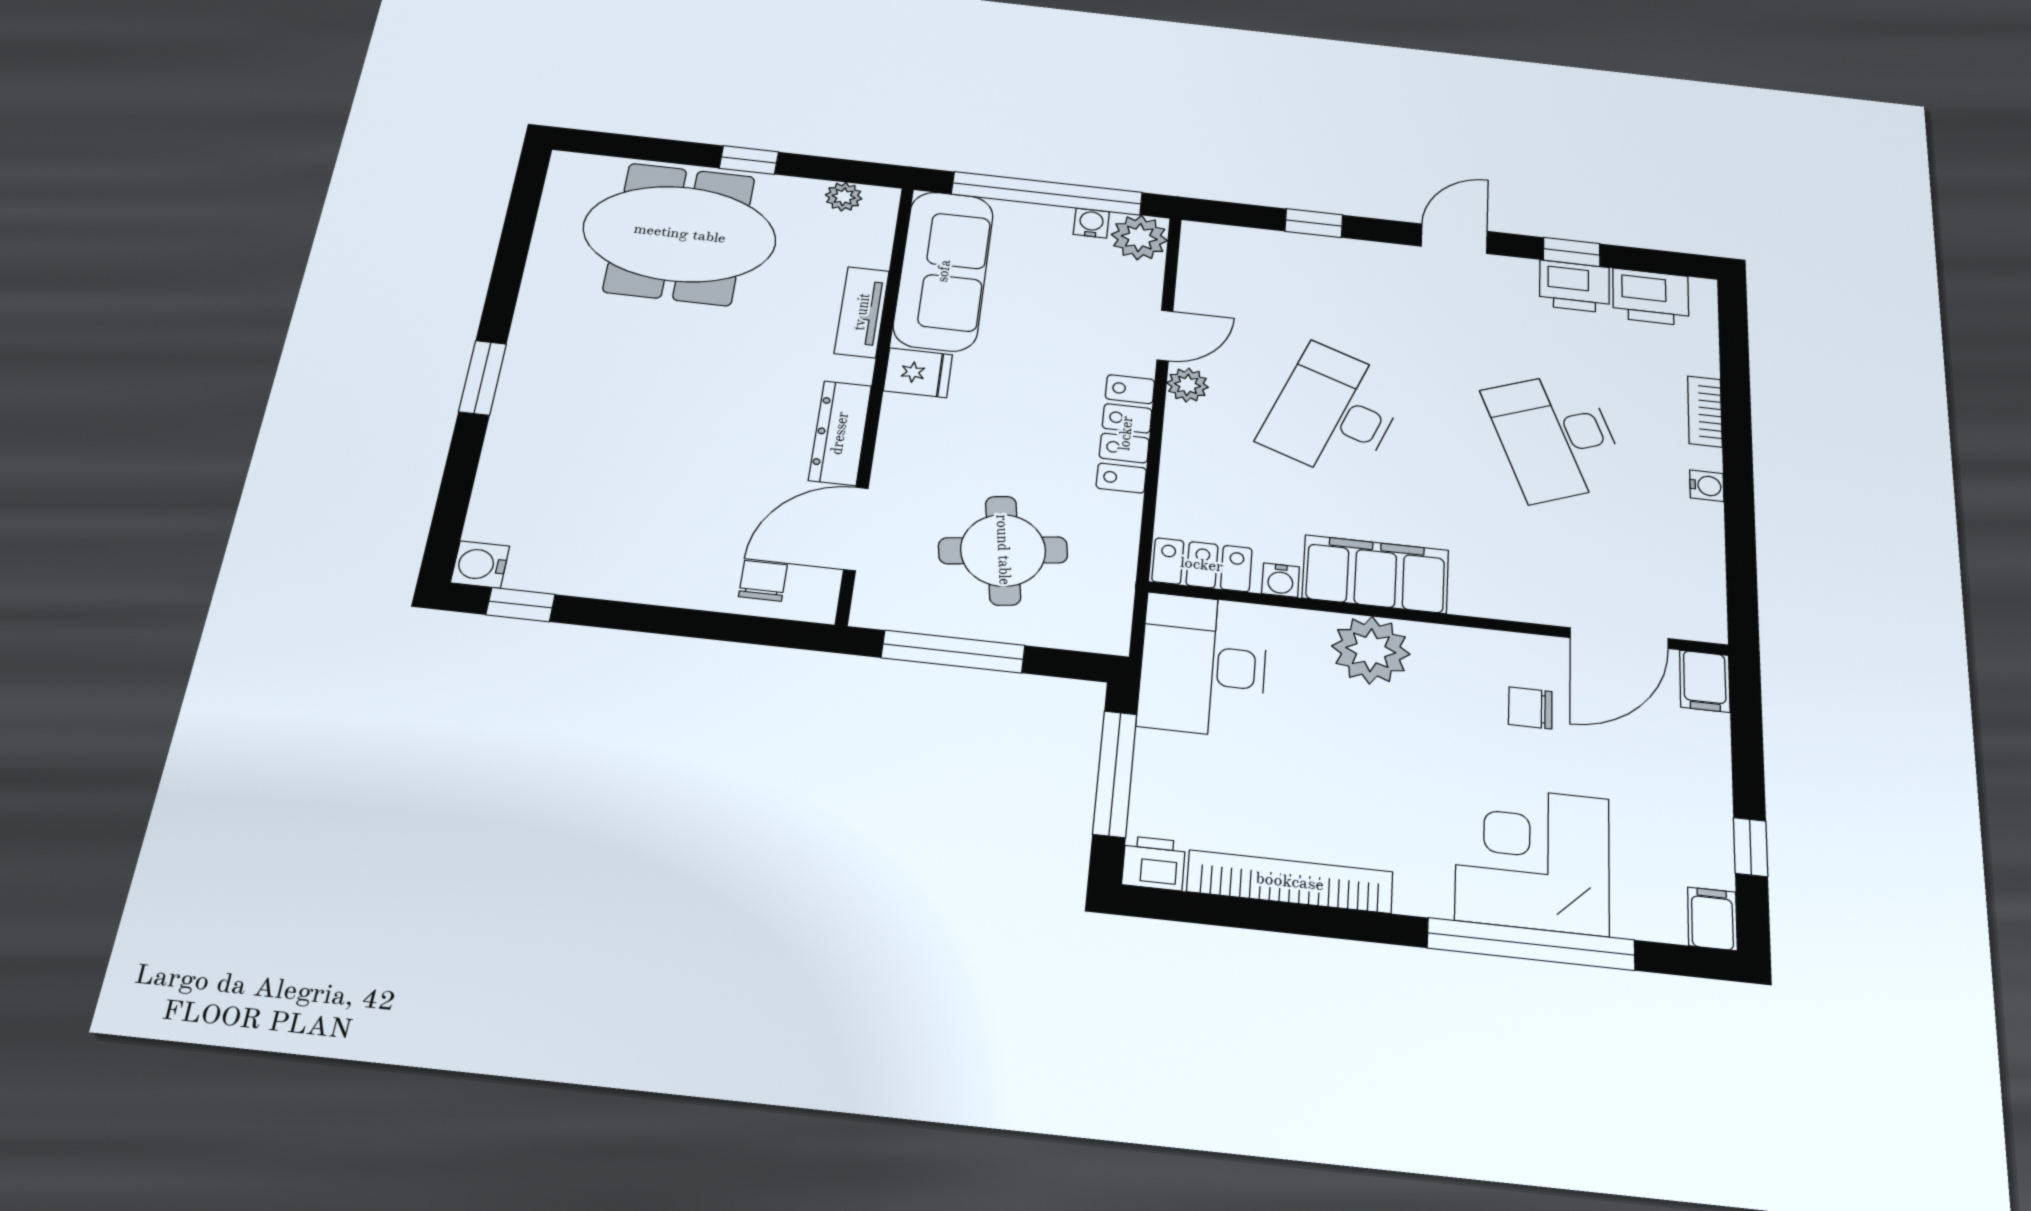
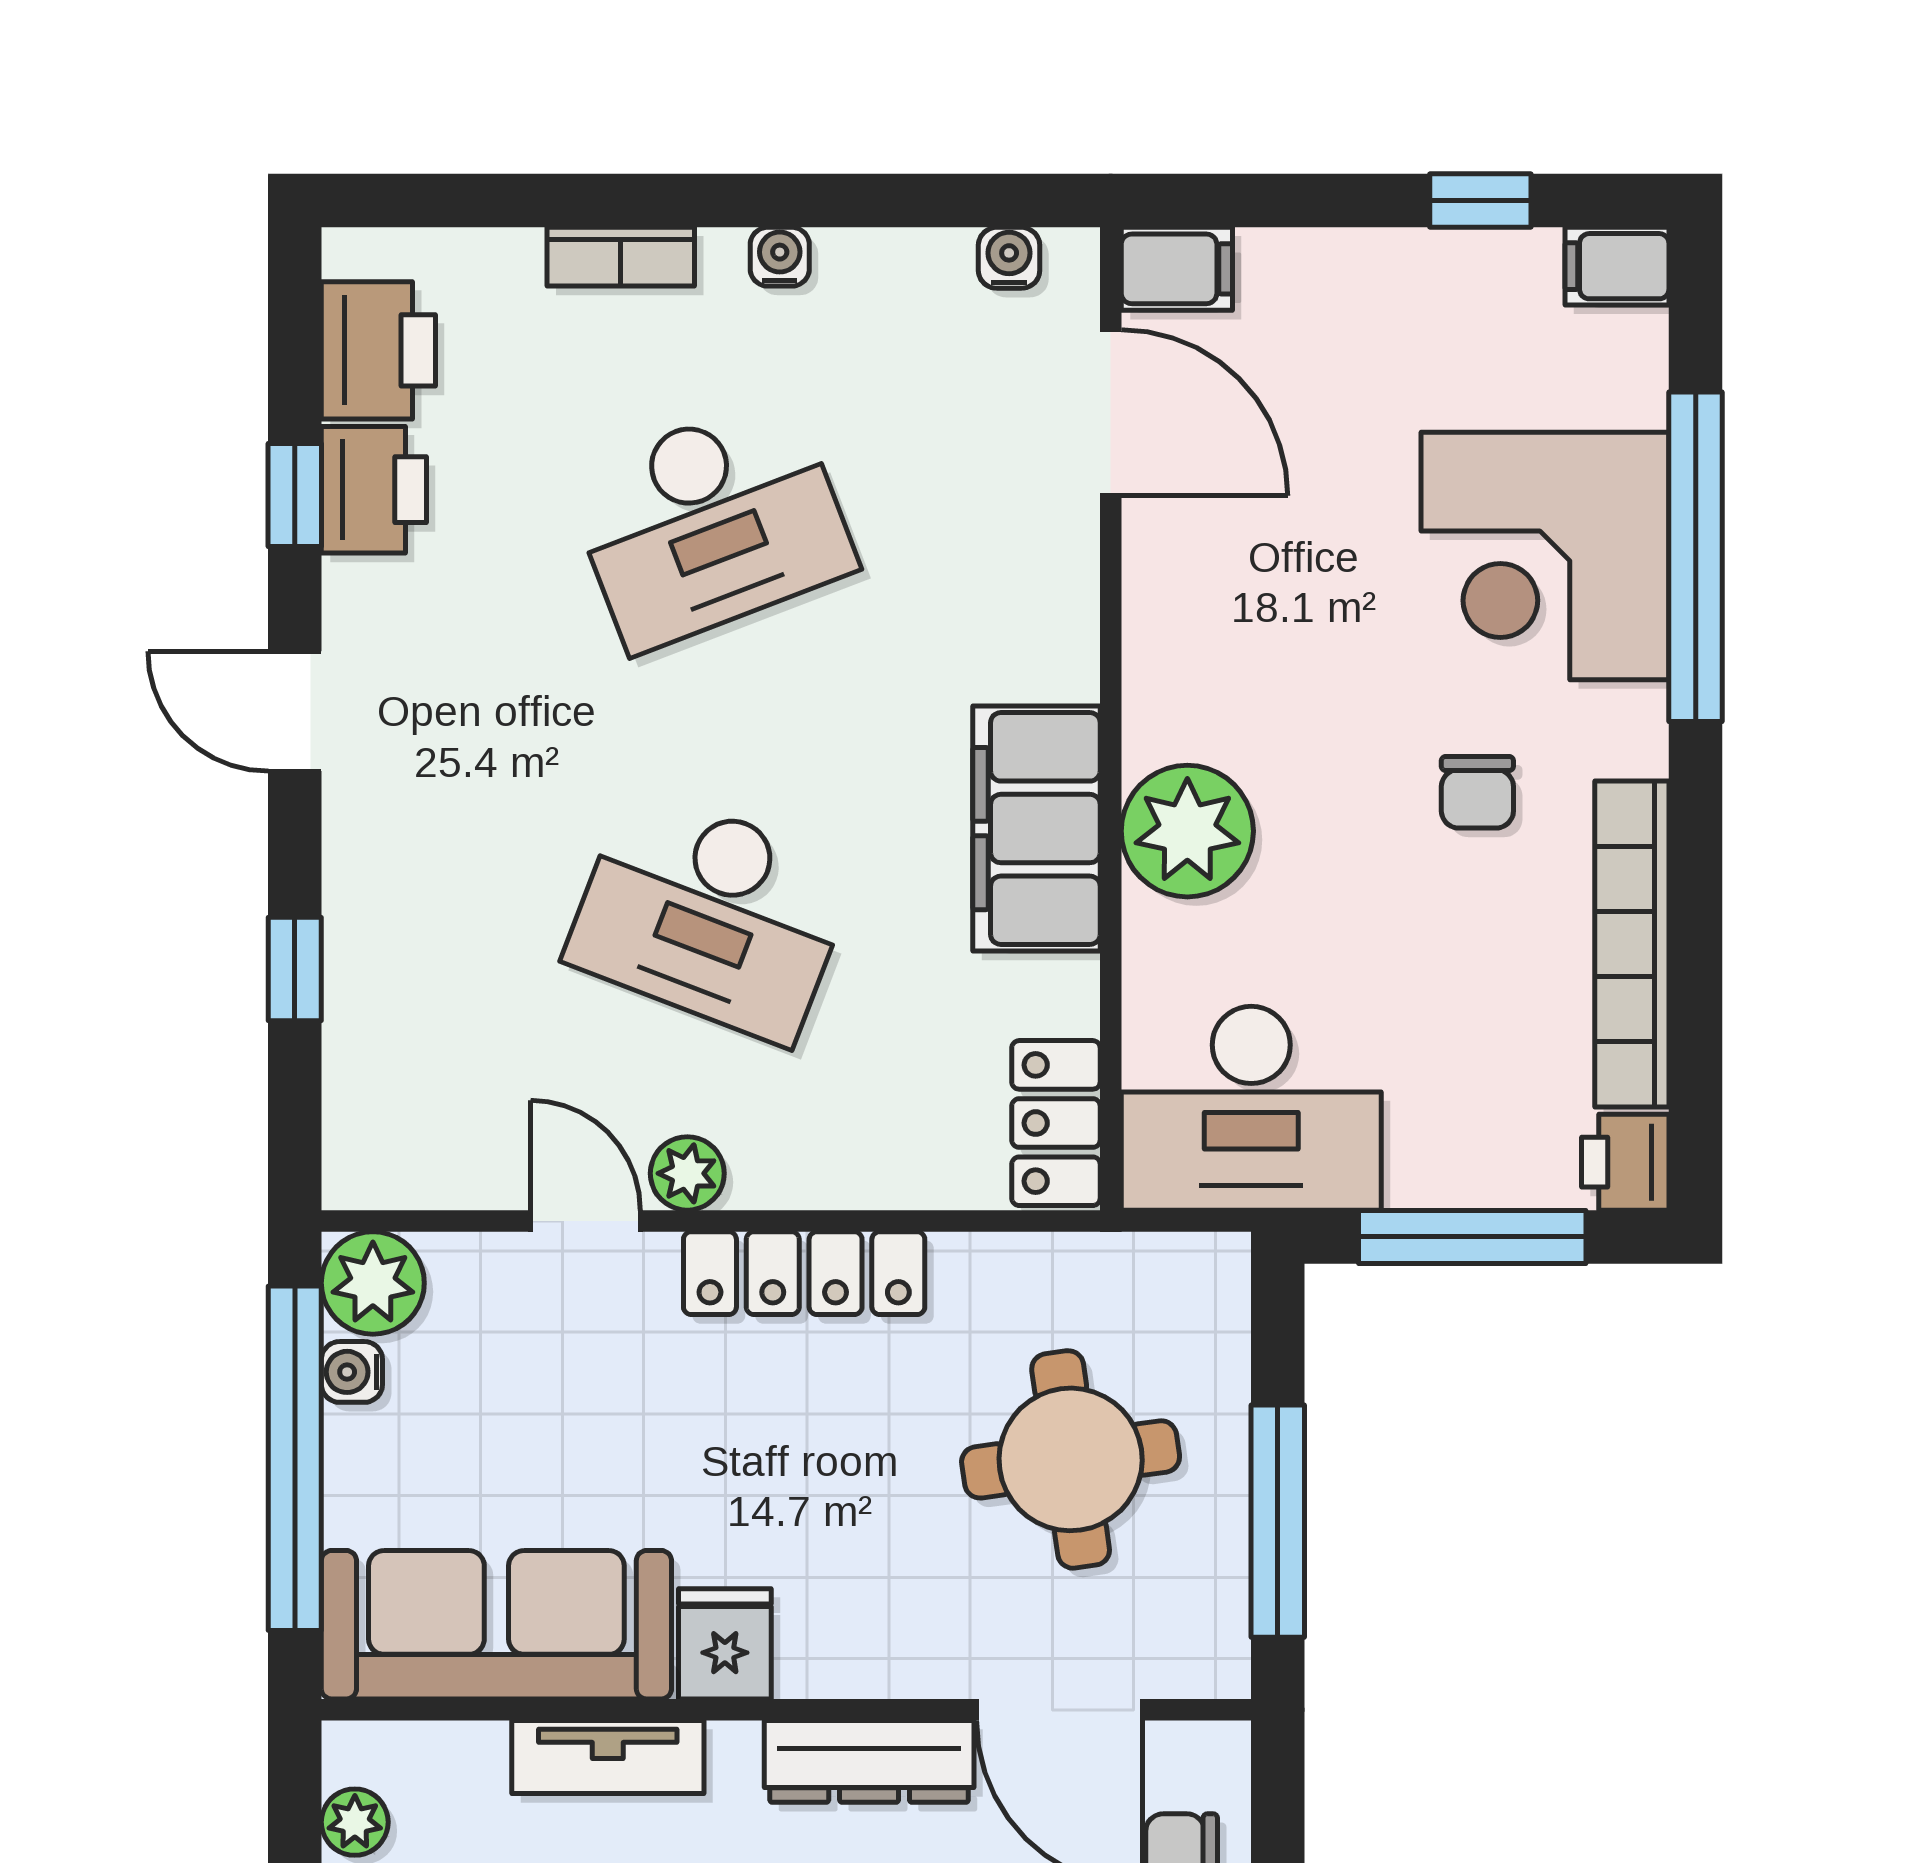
water cooler: (1281, 580) -> (1009, 258), moved, turned -90
chair: (1530, 708) -> (1477, 792), moved

